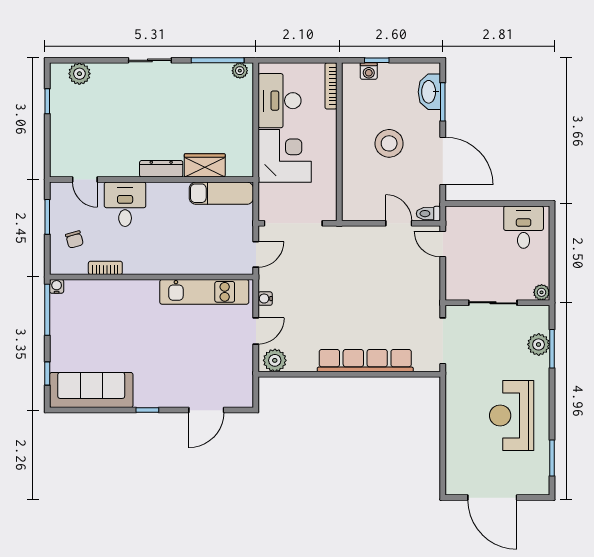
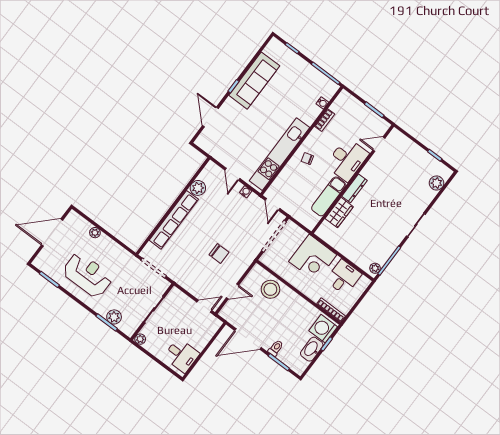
washing machine: (369, 71) -> (323, 329), width x1.89, depth x1.89
washbasin: (429, 92) -> (312, 349), moved, turned -90
desk: (280, 101) -> (344, 277), width x0.73
stool: (389, 143) -> (270, 289), moved
exam couch: (221, 193) -> (329, 196), moved
desk: (125, 204) -> (347, 160), width x1.37
toilet: (428, 214) -> (276, 348), moved
chair: (74, 239) -> (307, 159), moved
chair: (365, 275) -> (219, 253), added
water cooler: (57, 286) -> (322, 103), moved
kitchen unit: (204, 292) -> (279, 154), width x1.36
plant: (275, 360) -> (198, 188), moved
sofa: (91, 390) -> (254, 81), moved
plant: (453, 445) -> (95, 233), added

